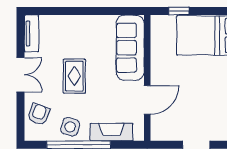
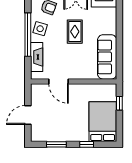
sofa: (130, 48) -> (107, 57), moved, turned -90
rug: (74, 76) -> (75, 32), turned 90

